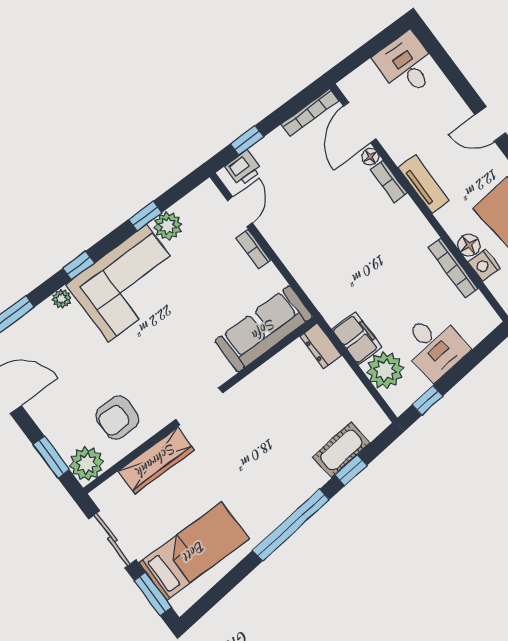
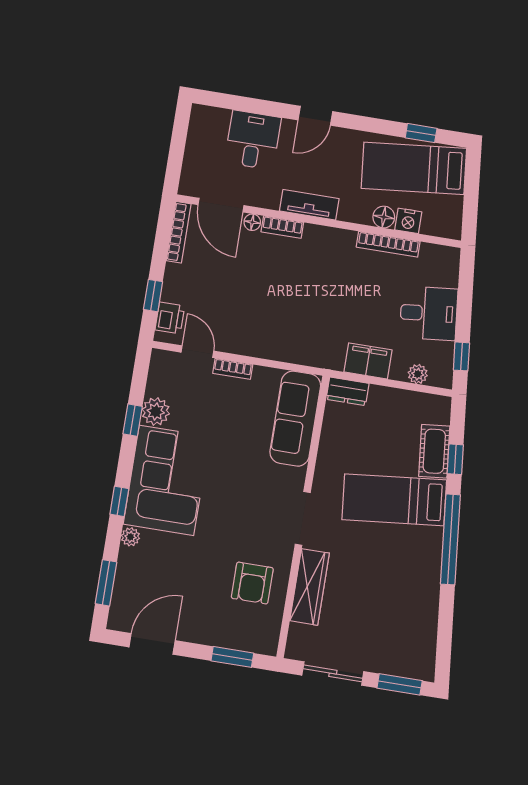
desk: (406, 65) -> (253, 140), moved, turned 90
plant: (385, 370) -> (418, 374), width x0.53, depth x0.53
plant: (87, 464) -> (262, 637), removed
bed: (194, 551) -> (394, 500), moved, turned -96

